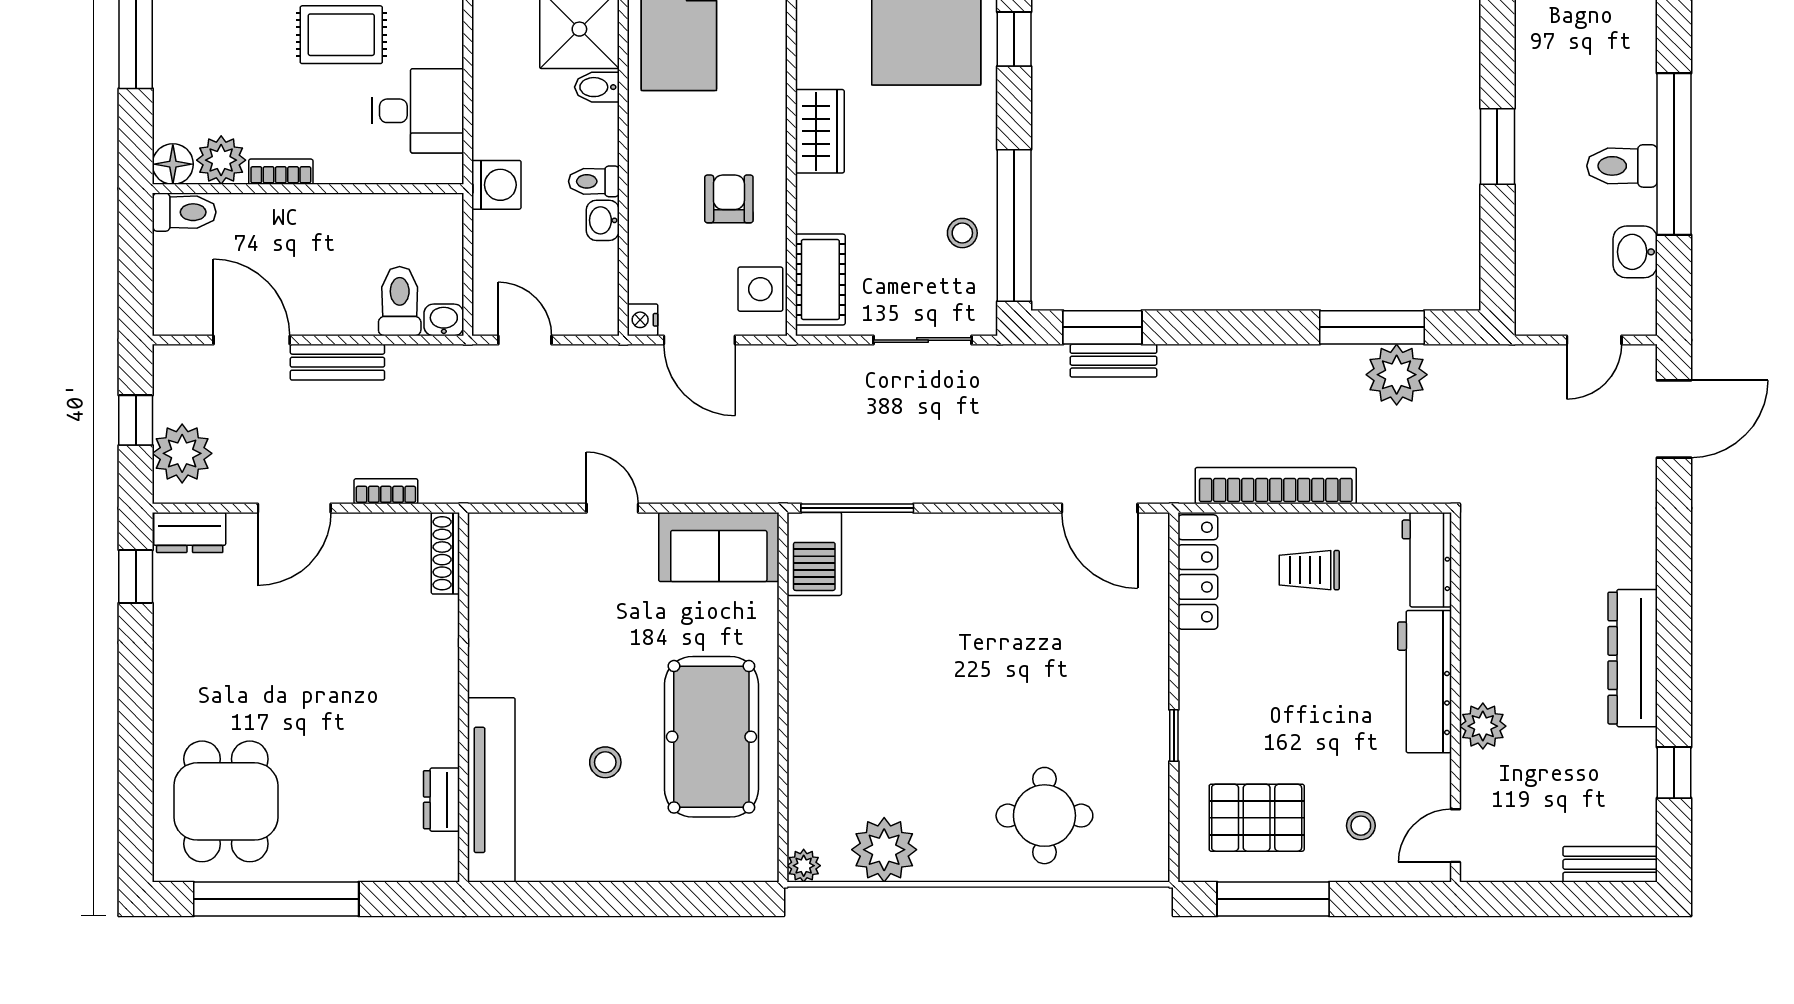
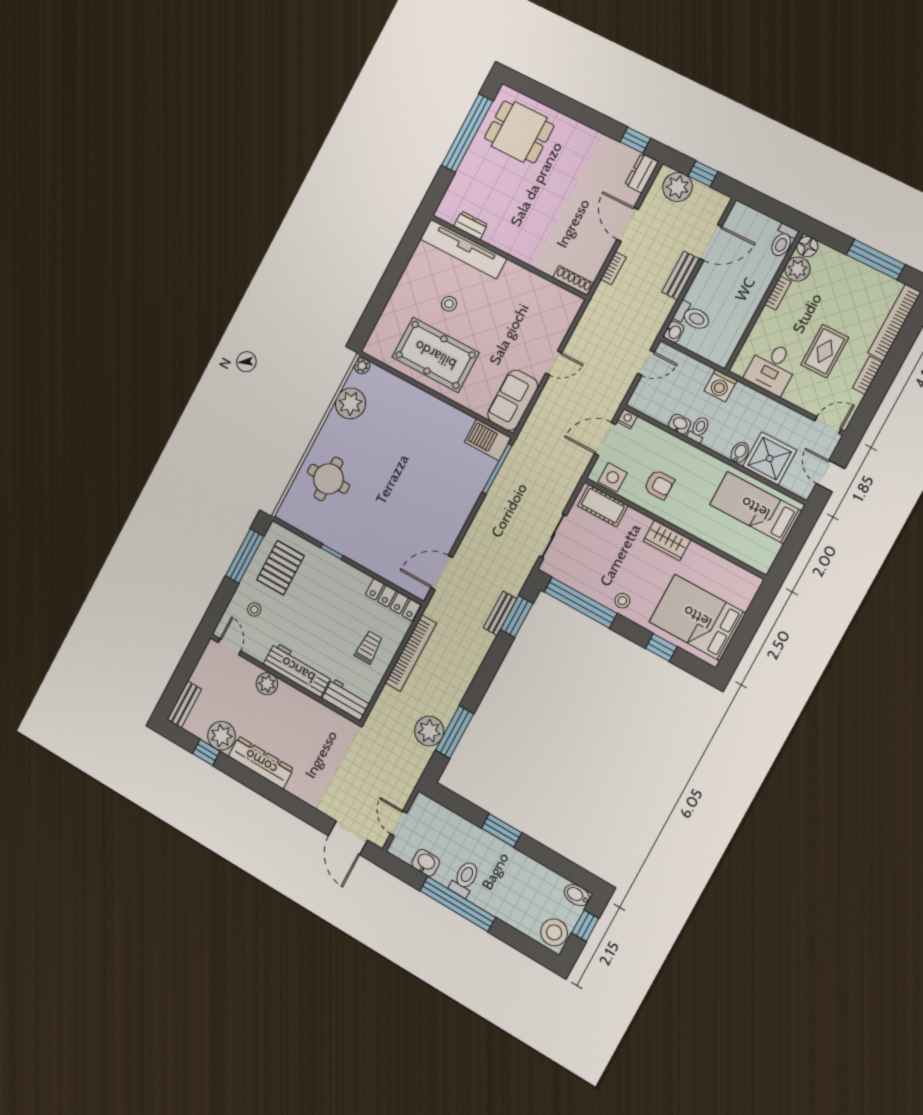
stool: (962, 233) -> (622, 601), moved
plant: (1627, 760) -> (221, 736), added

